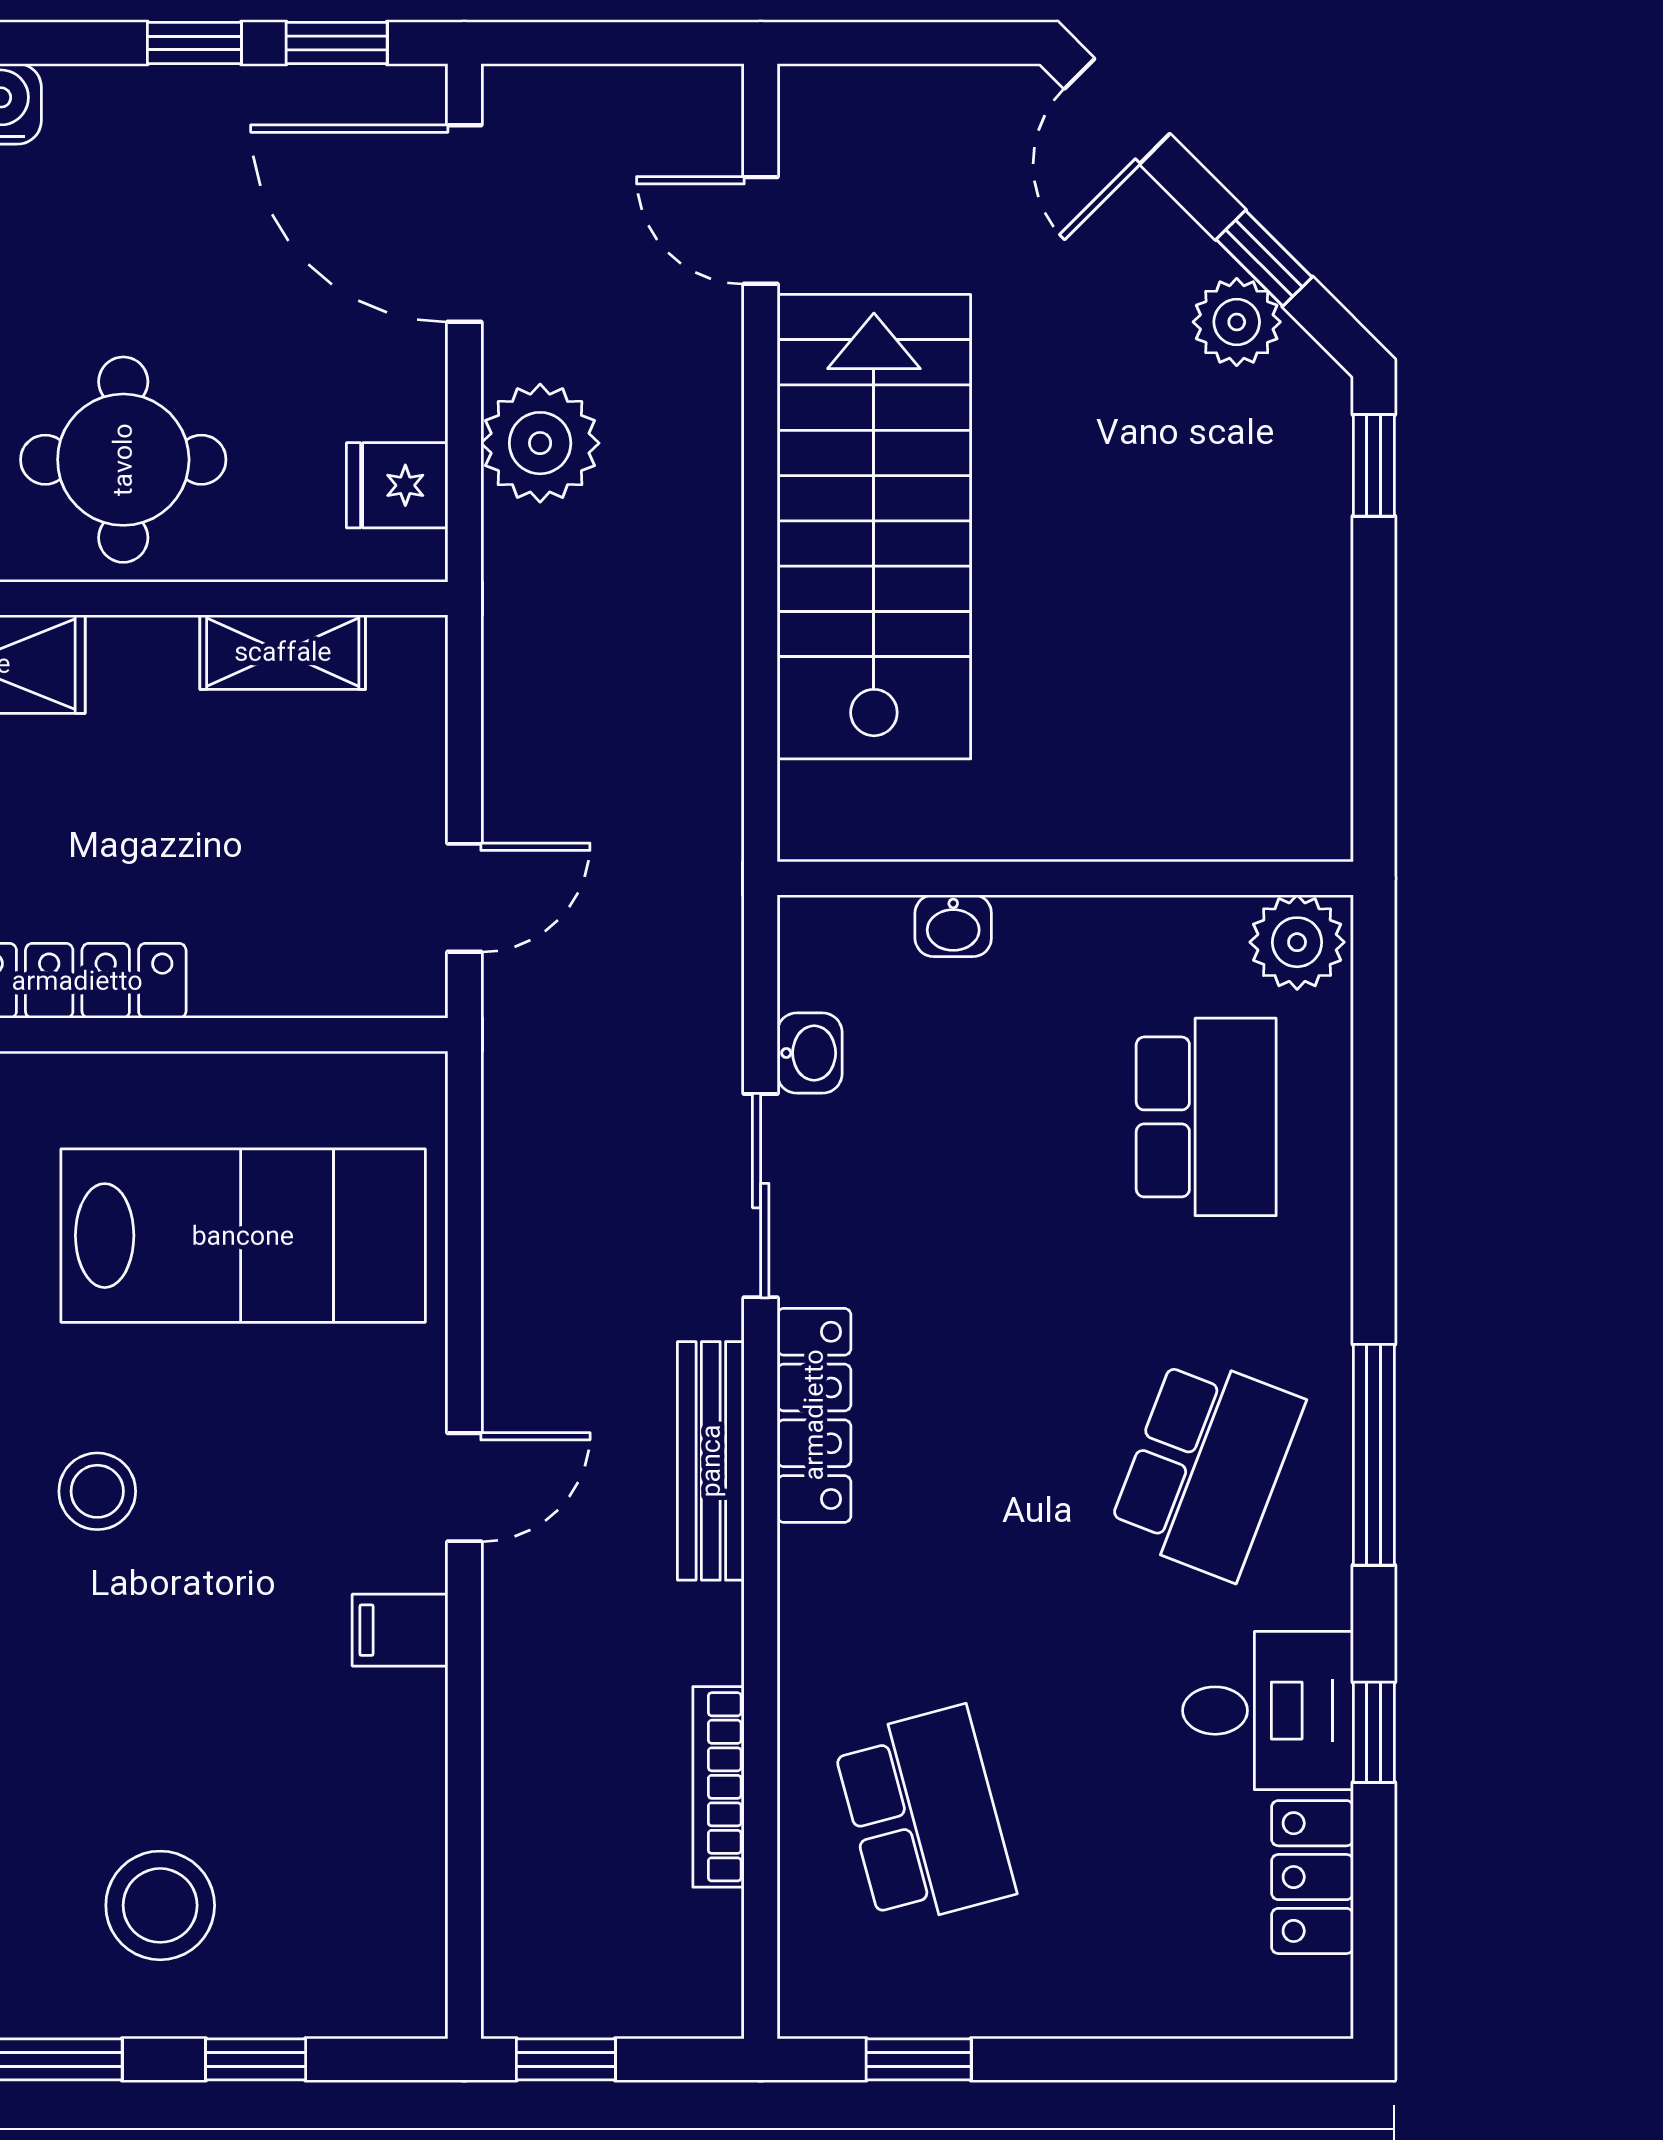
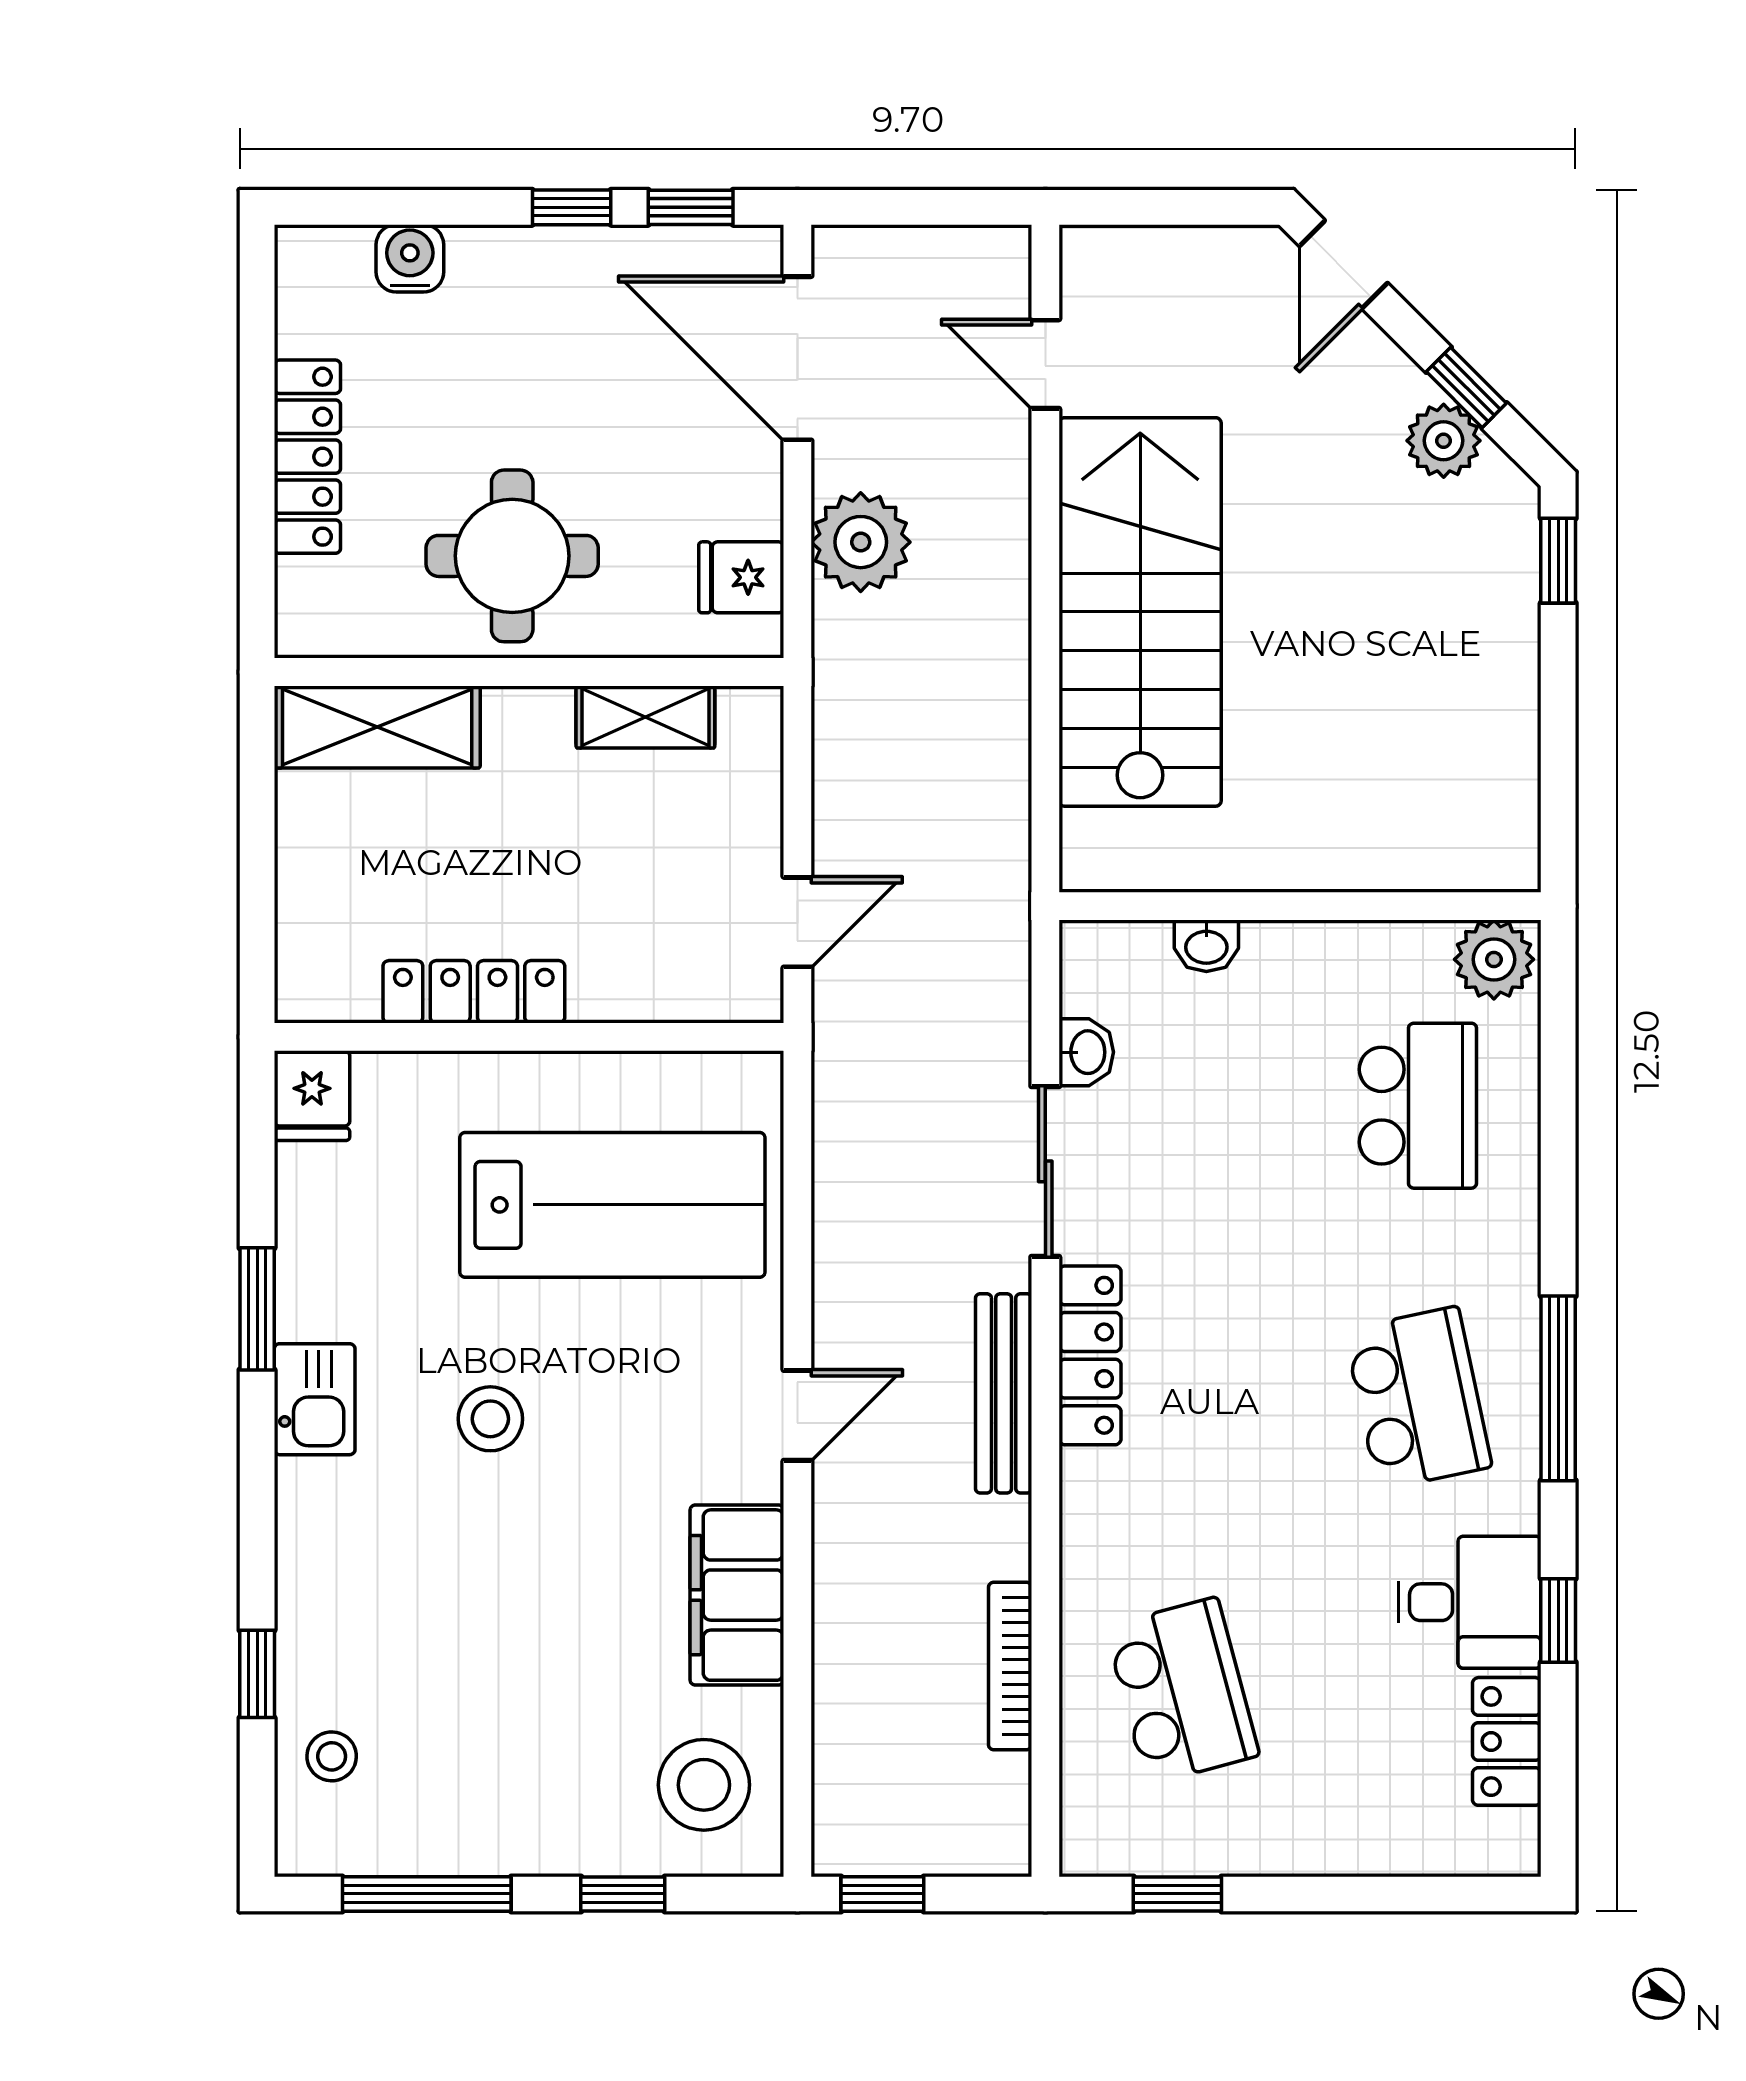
school desk: (1206, 1467) -> (1418, 1398), turned -33
filing cabinet: (400, 1630) -> (737, 1595), width x3.00, depth x1.17
stool: (160, 1905) -> (704, 1785), moved

